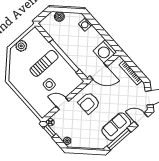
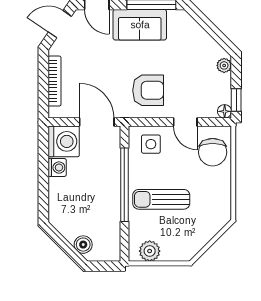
washing machine: (85, 24) -> (57, 168), moved
plant: (21, 46) -> (150, 251), moved
side table: (49, 85) -> (151, 144), moved
chair: (40, 101) -> (213, 152), added

